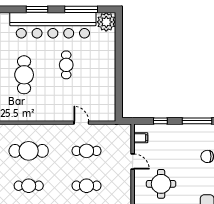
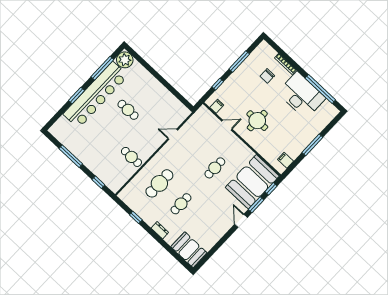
cafe table: (24, 75) -> (131, 157), moved, width x0.73, depth x0.74
cafe table: (87, 151) -> (193, 148), removed

